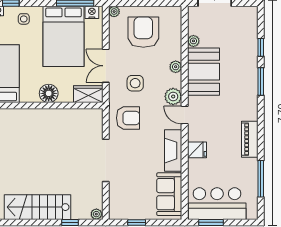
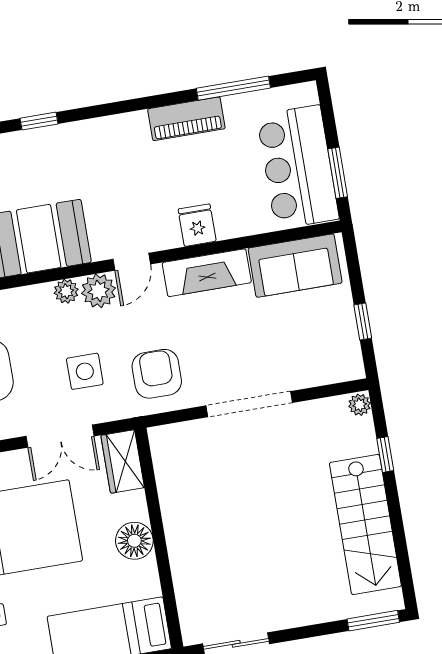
plant: (176, 67) -> (66, 291), moved
window: (261, 81) -> (39, 121), width x0.67
piano: (250, 139) -> (186, 119), moved

